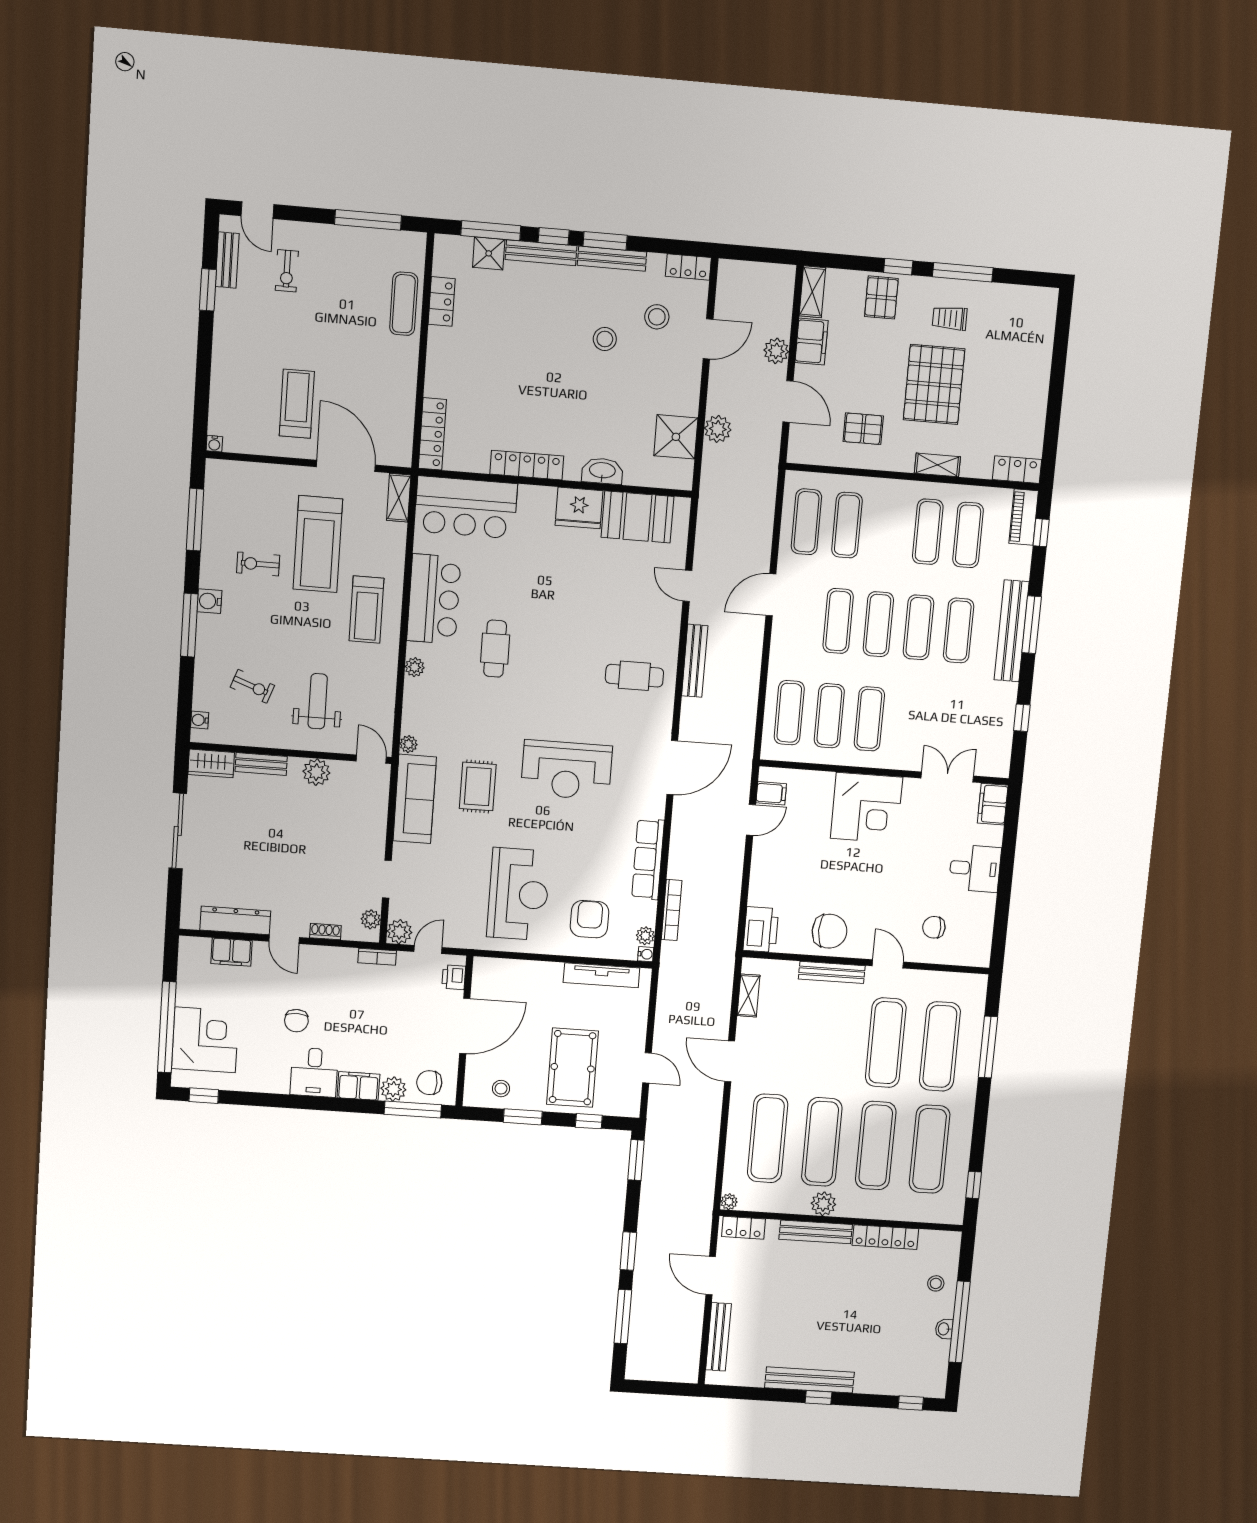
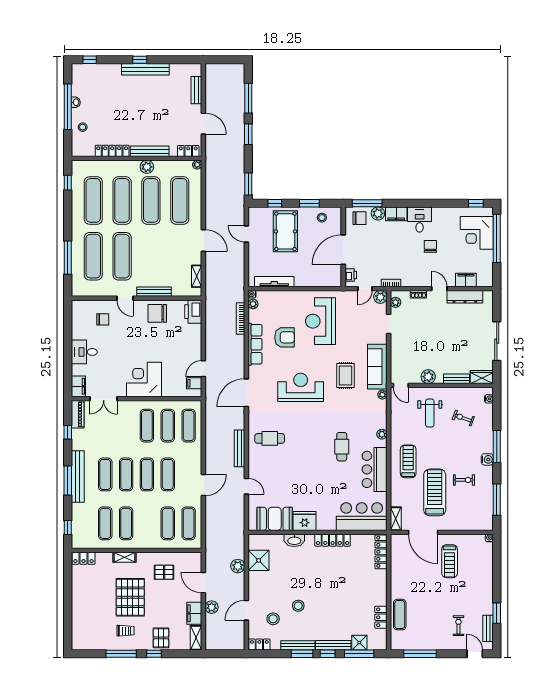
piano: (1024, 517) -> (78, 414), moved
armchair: (590, 919) -> (285, 337), moved, turned -90
bench: (718, 1337) -> (196, 90), width x0.73

